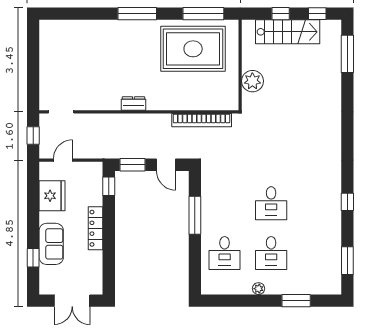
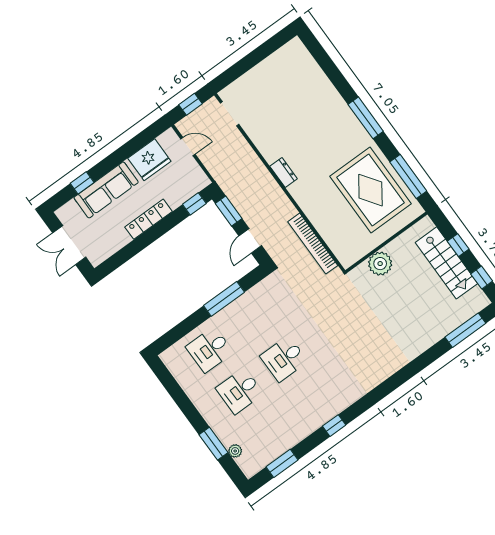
sofa: (51, 244) -> (106, 190), width x1.36
plant: (259, 289) -> (235, 451), moved

